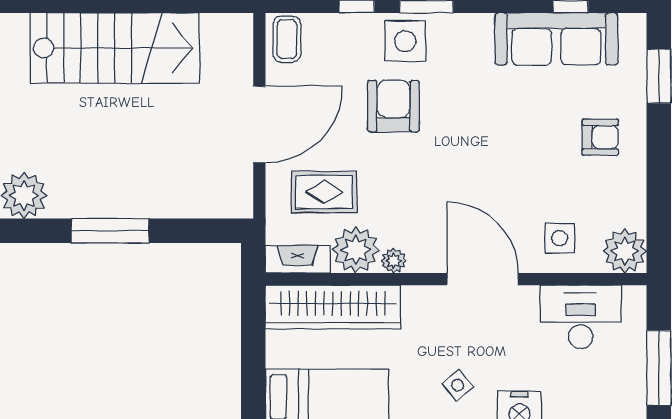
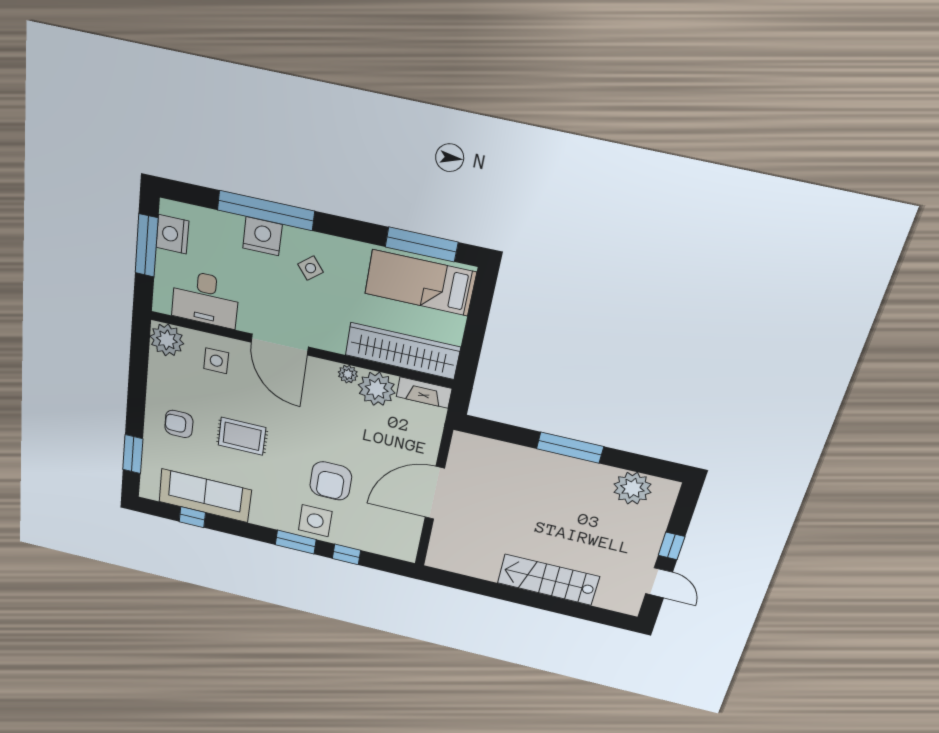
coffee table: (287, 39) -> (403, 543), removed
stairs: (115, 48) -> (548, 580), width x0.73, depth x0.66
rug: (324, 192) -> (242, 436), moved
nightstand: (628, 389) -> (172, 234), added

